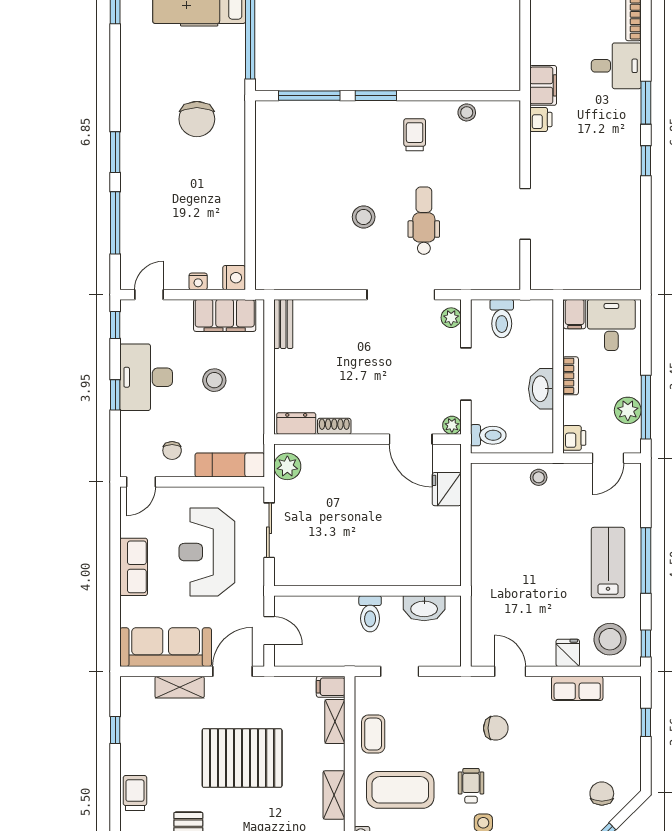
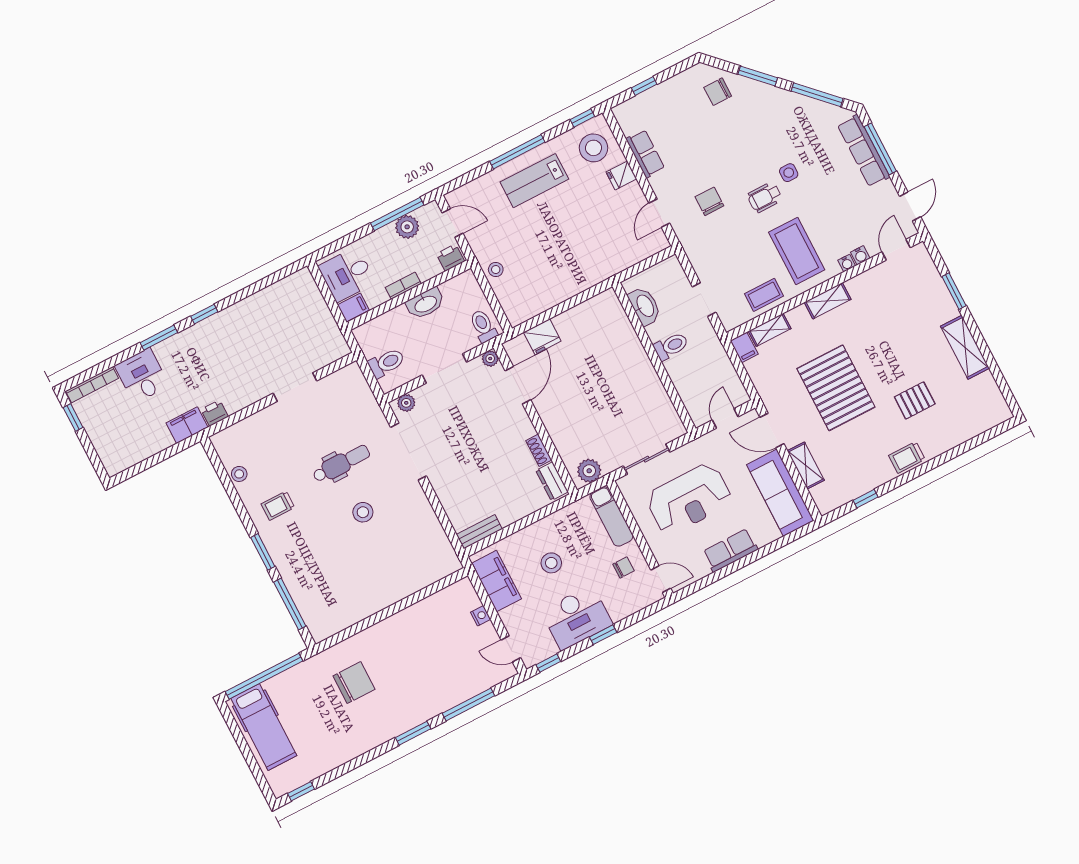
dental chair: (424, 221) -> (341, 464), turned 180
nightstand: (234, 278) -> (463, 589), removed

